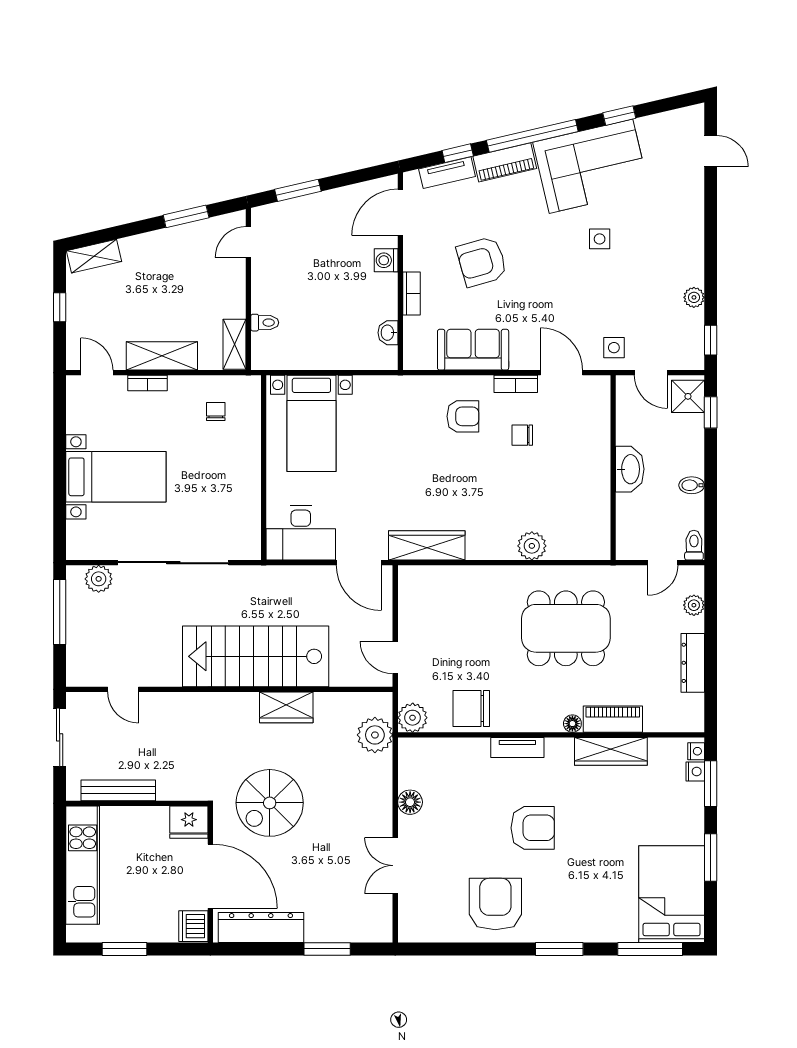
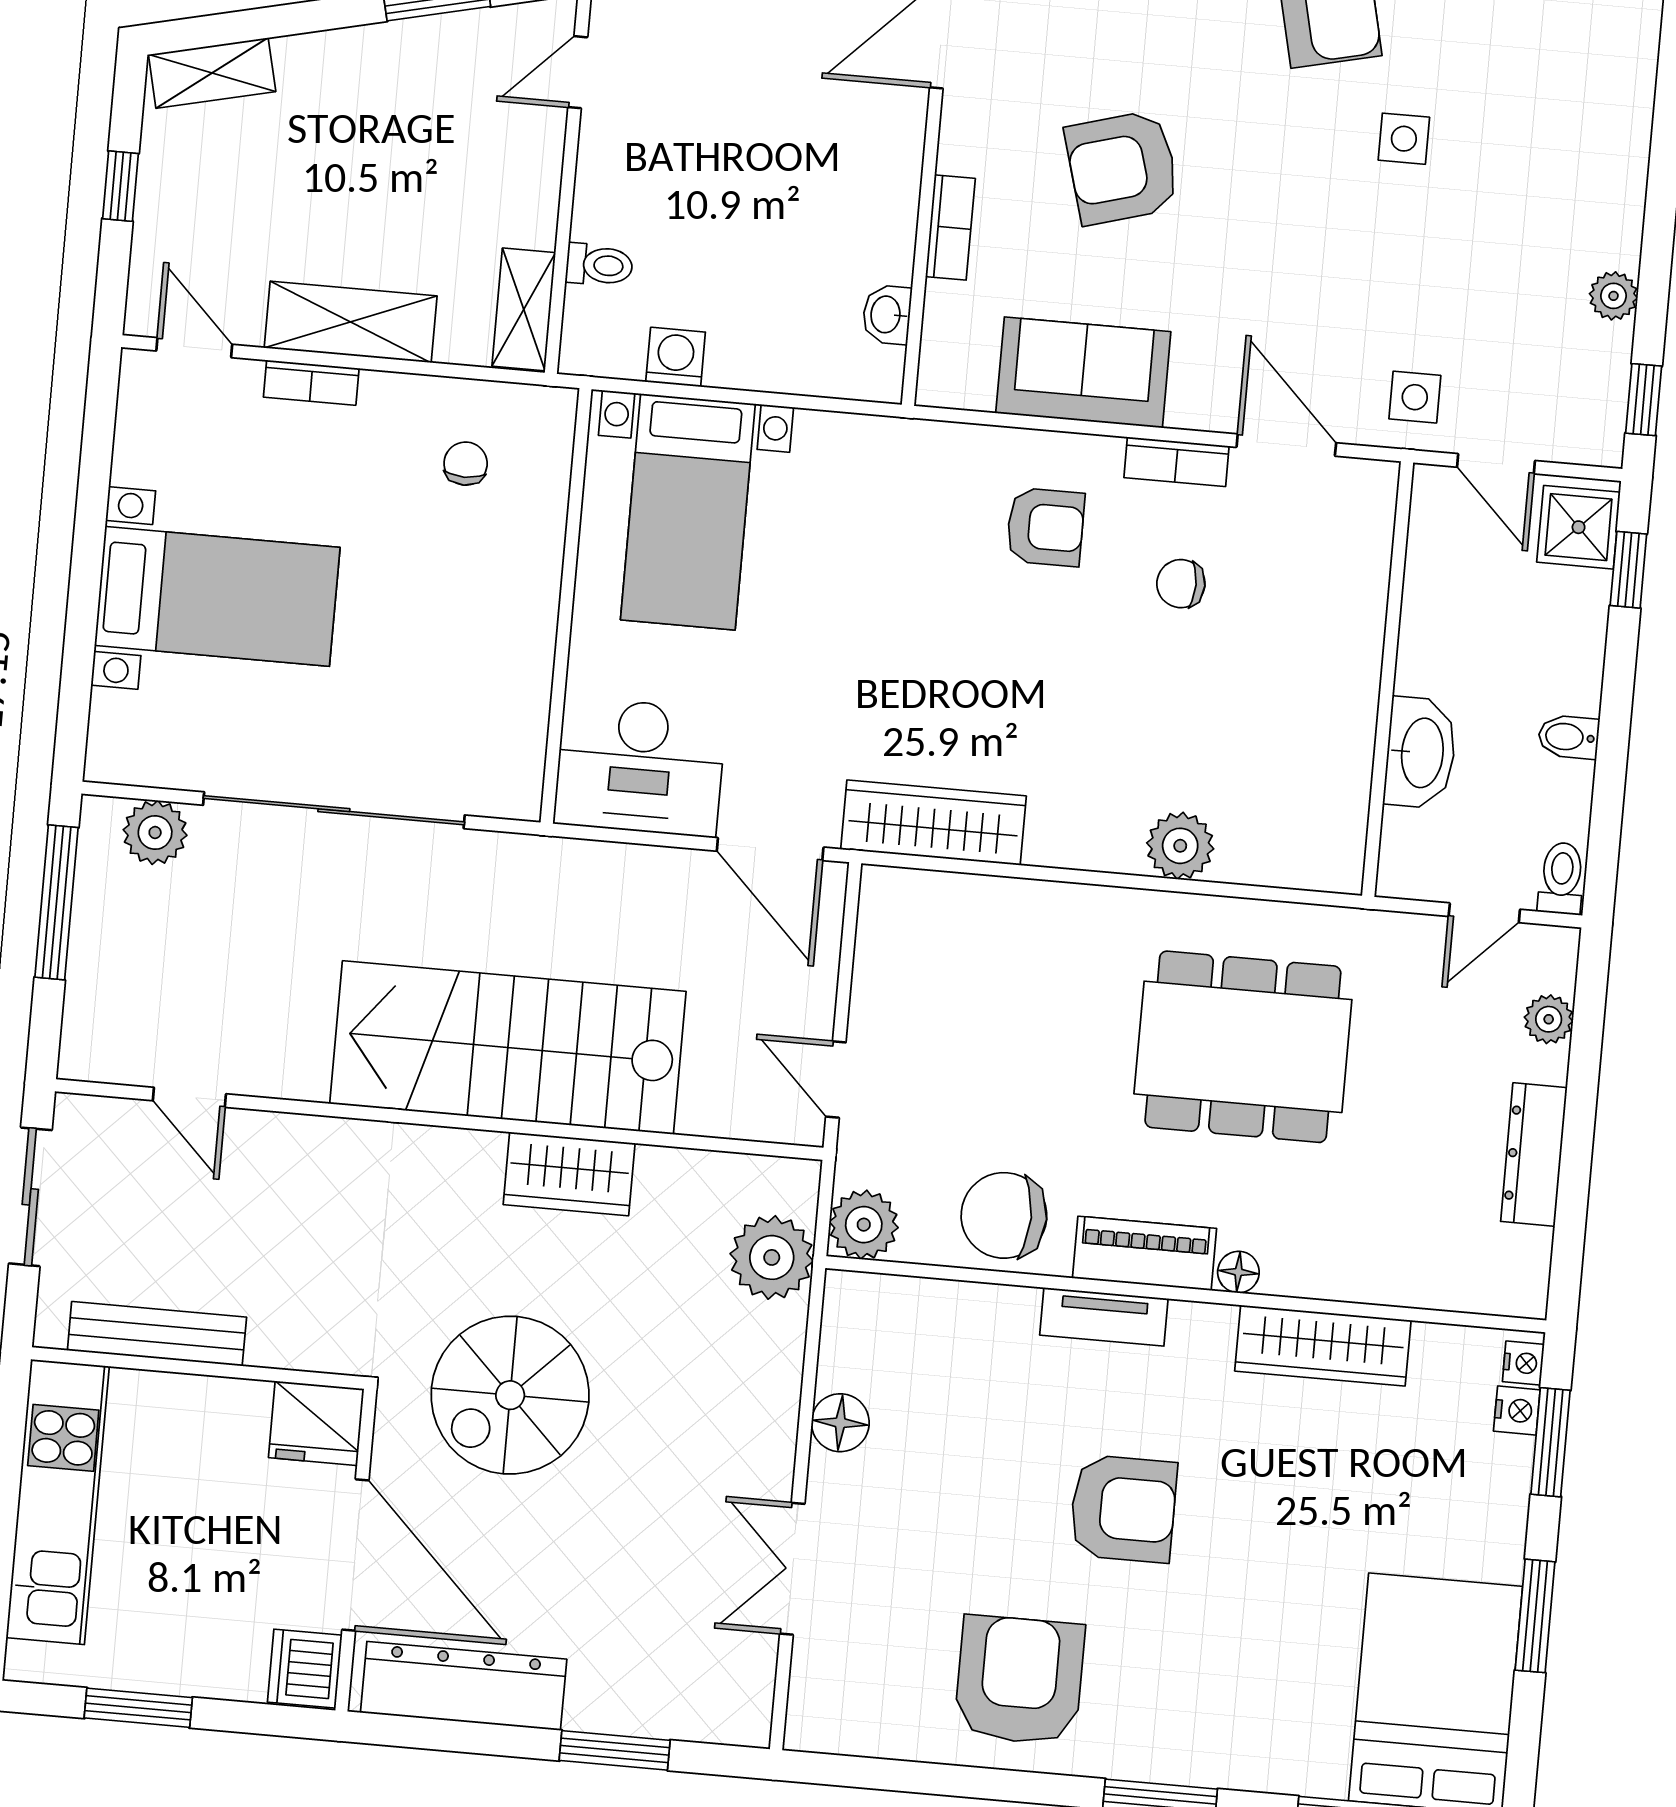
washing machine: (386, 260) -> (676, 357), moved, turned 90
washbasin: (630, 469) -> (1420, 753), moved
piano: (613, 719) -> (1145, 1253), moved

